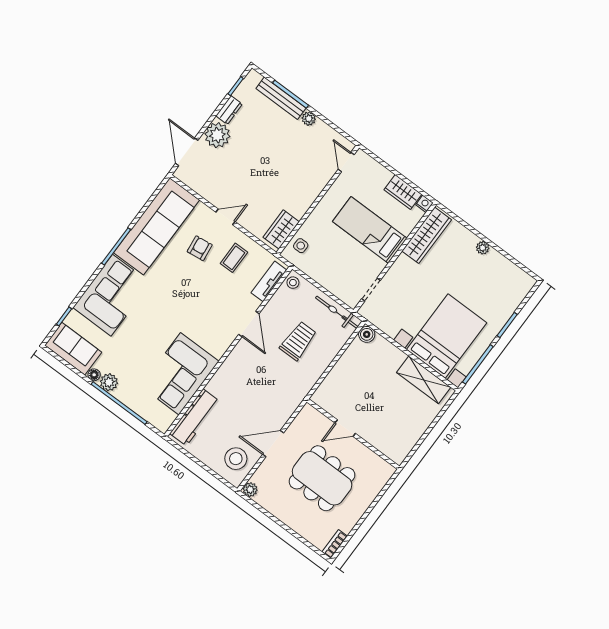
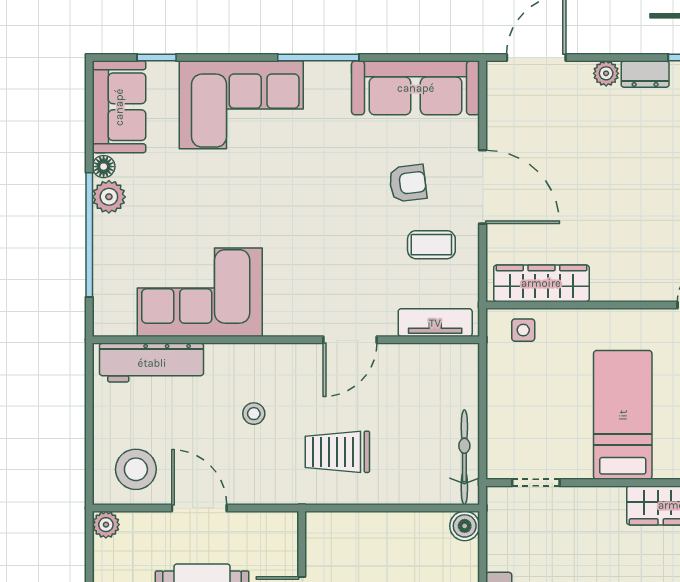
plant: (217, 135) -> (606, 73), width x0.53, depth x0.53
door: (225, 217) -> (483, 187), width x1.87
sofa: (157, 226) -> (416, 88), width x0.74, depth x0.79
wardrobe: (281, 229) -> (541, 283), width x1.50
stool: (293, 283) -> (254, 414), moved
trolley: (298, 341) -> (337, 452), moved, turned 180

